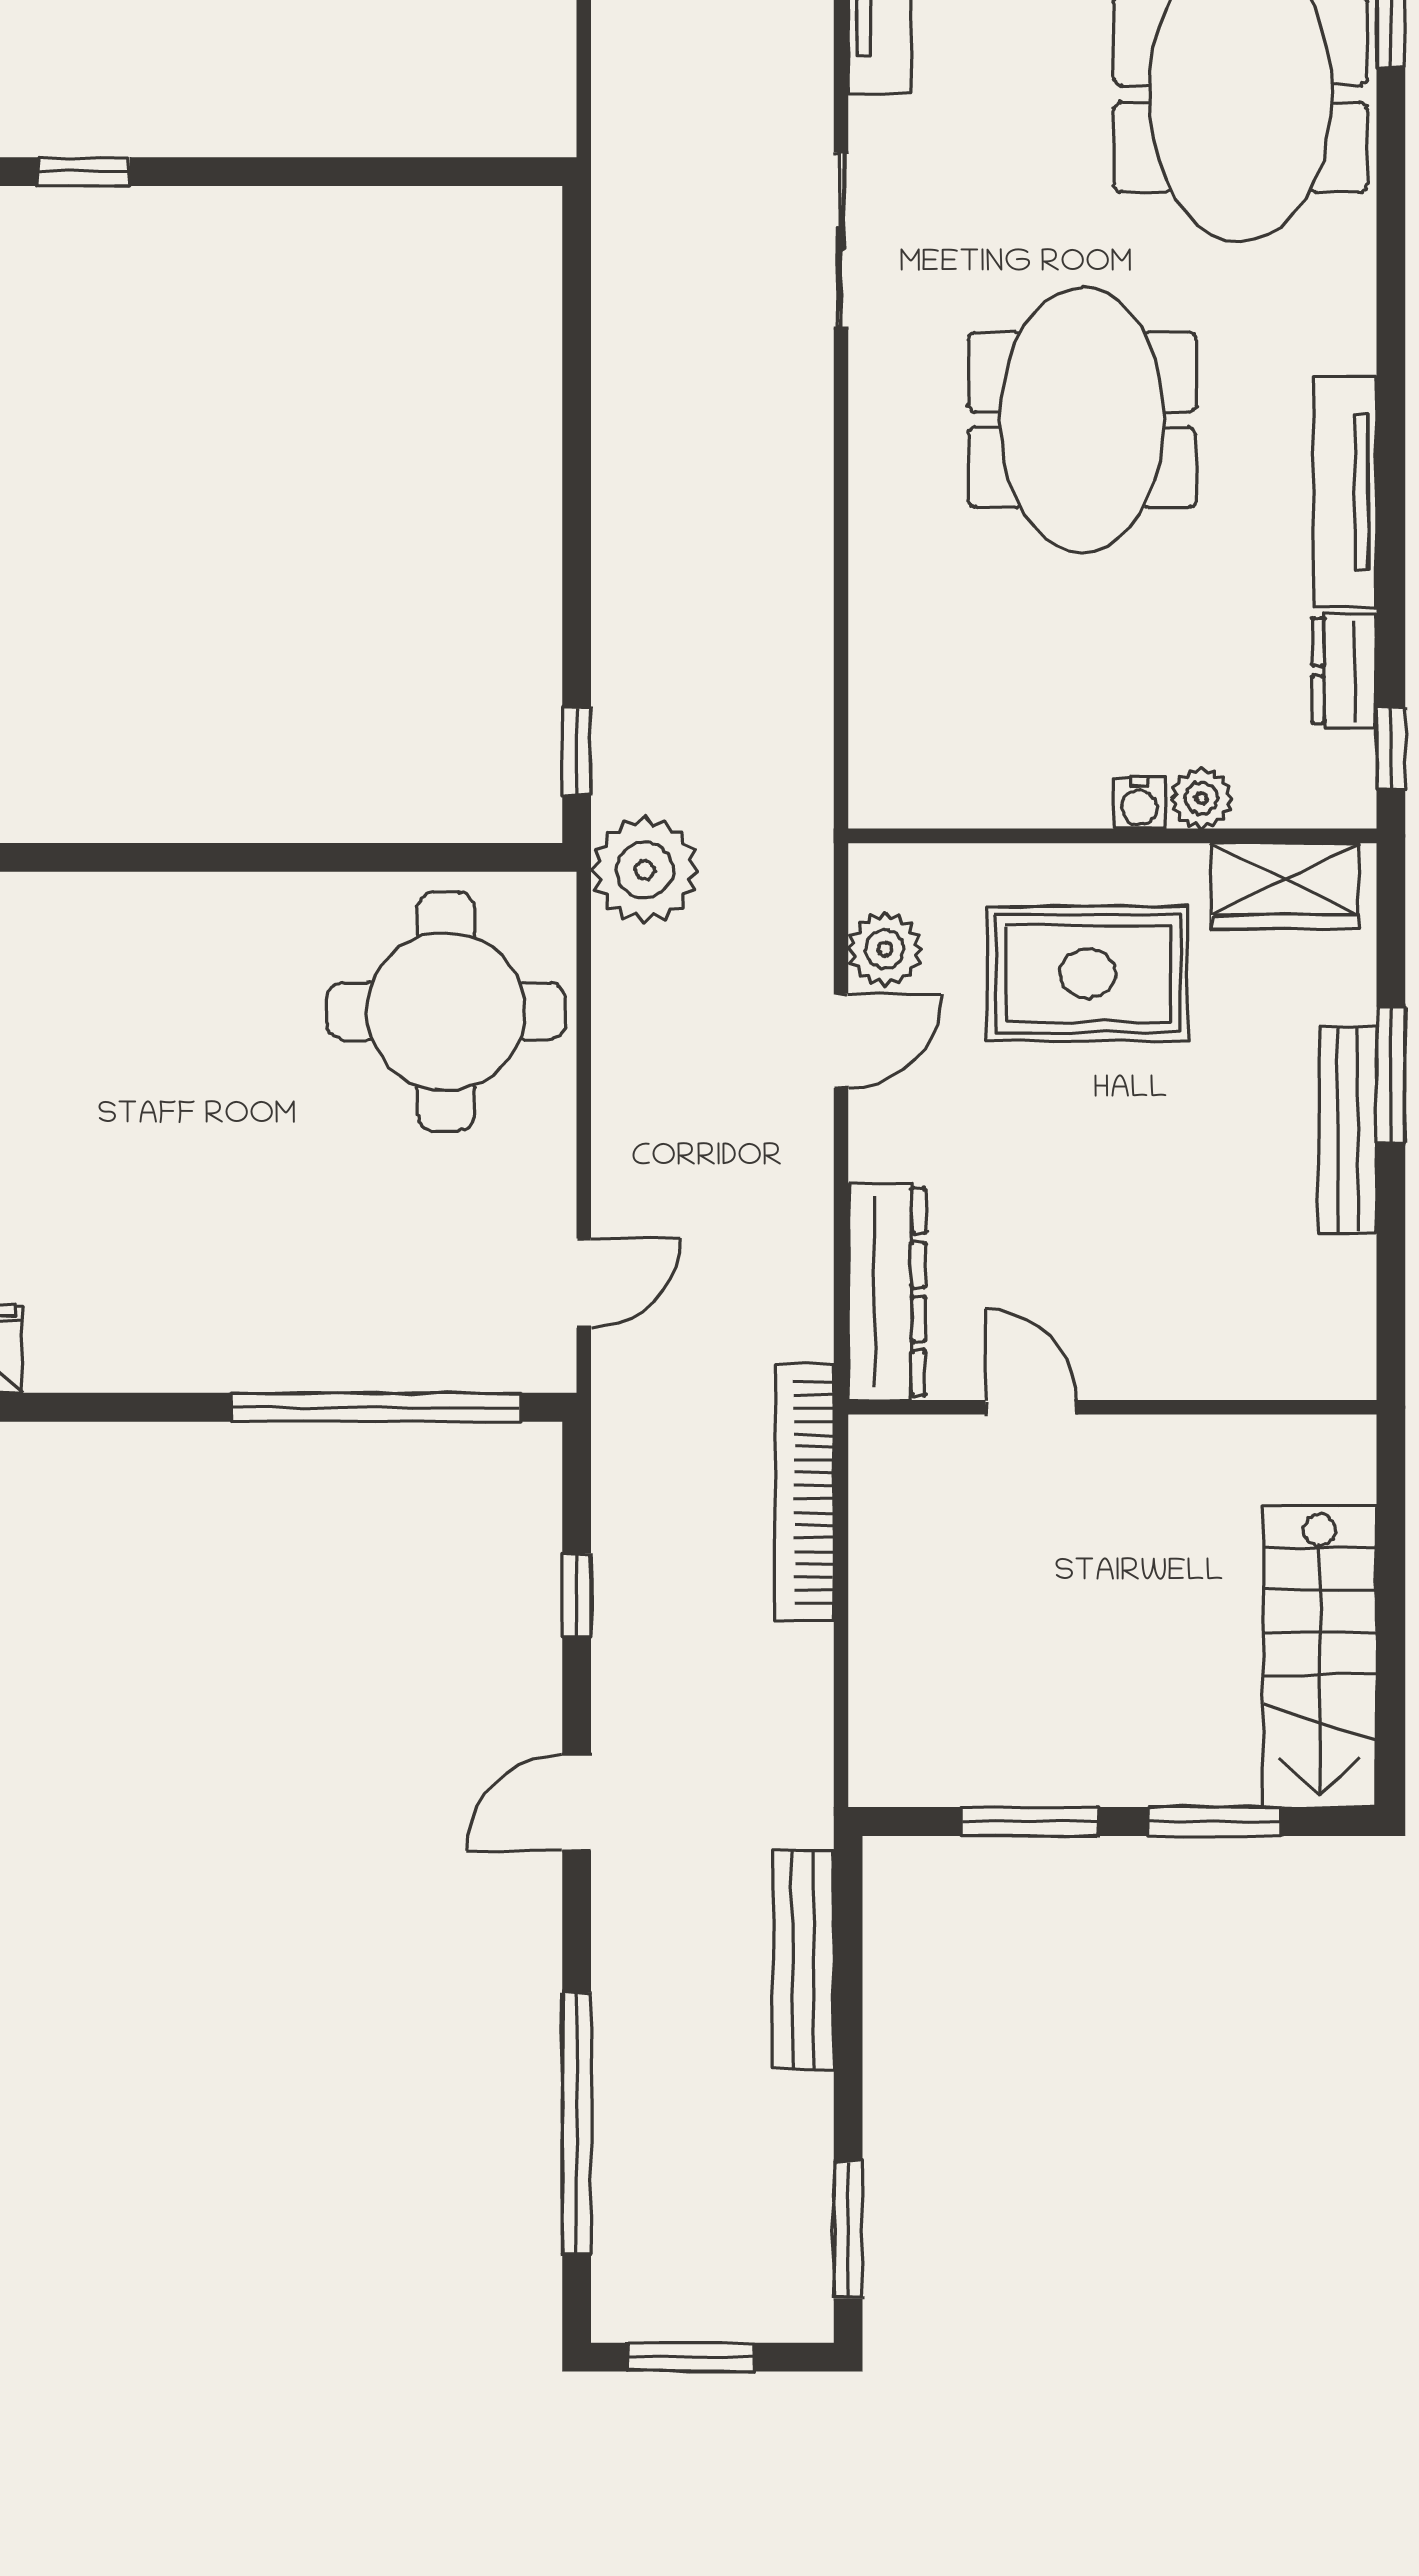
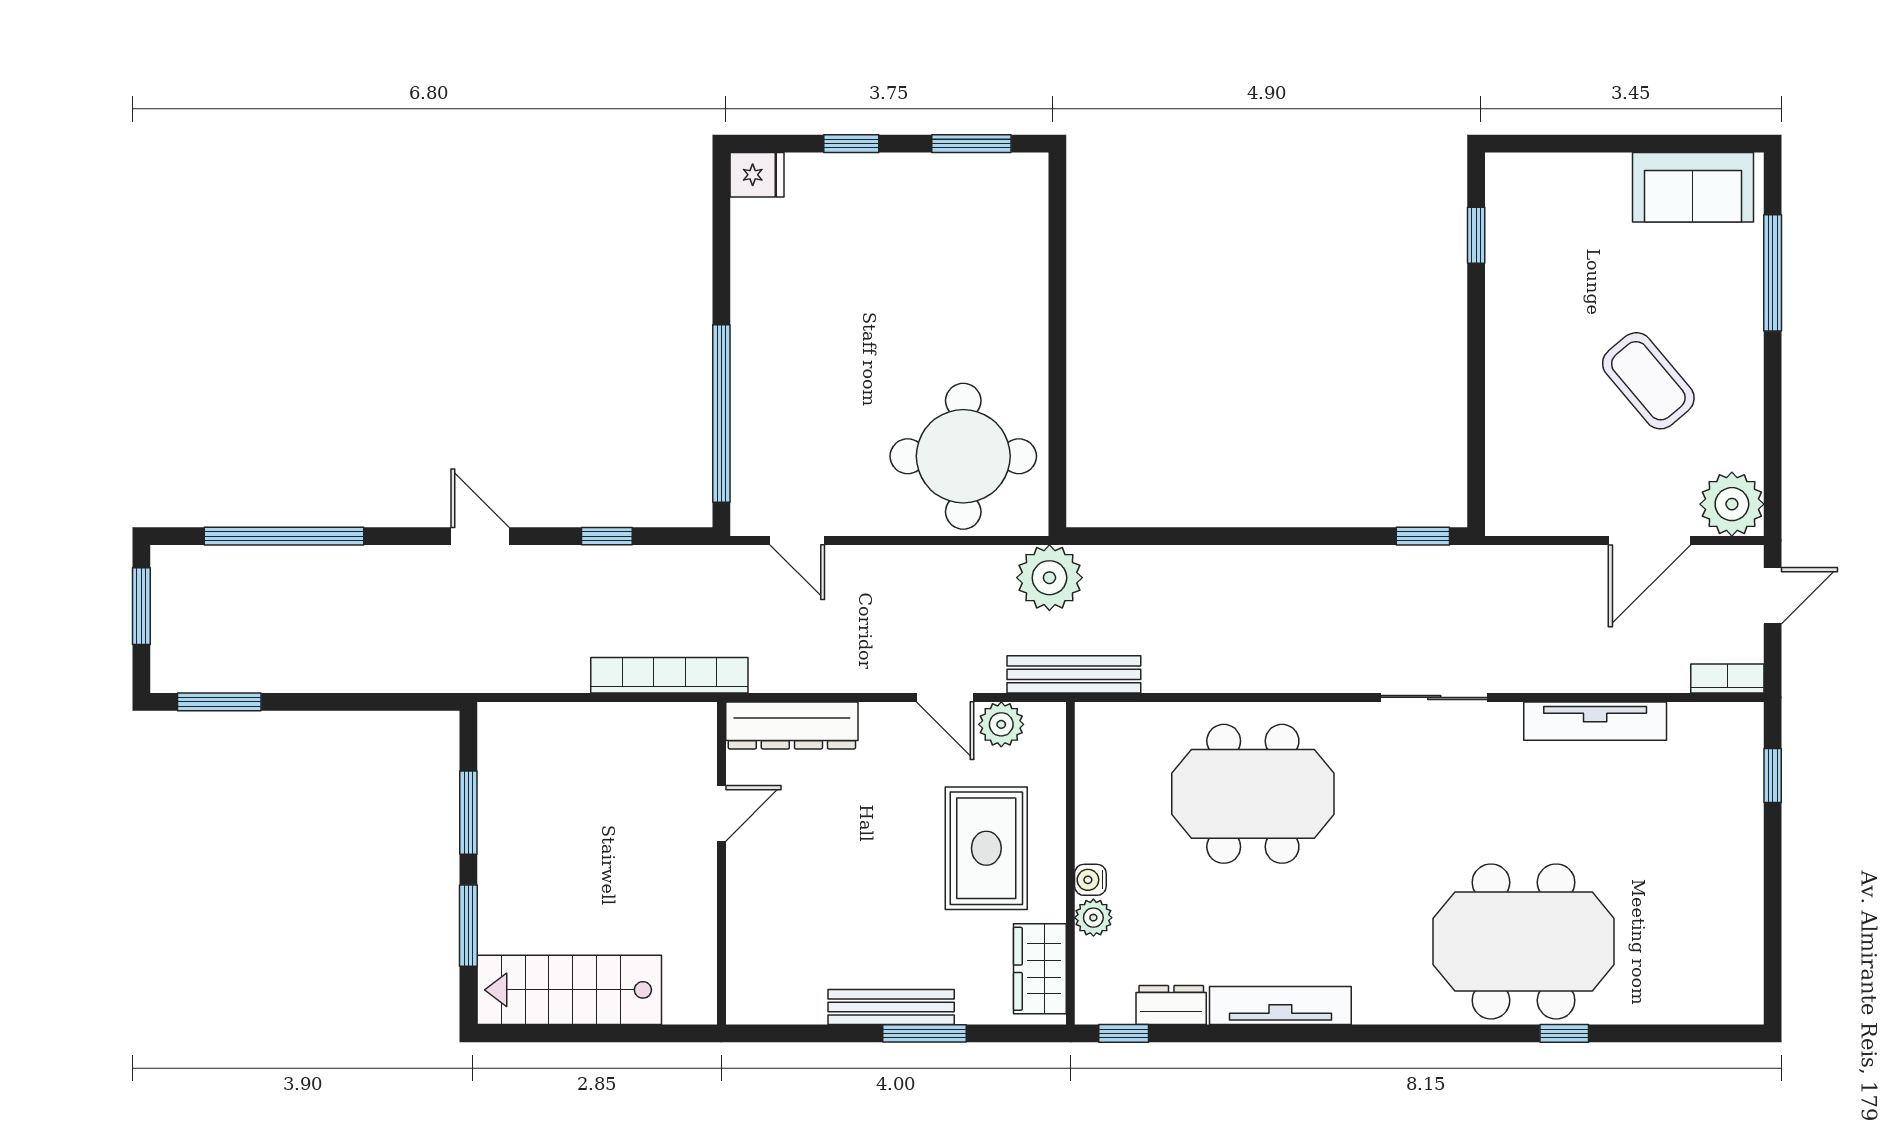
meeting table: (1082, 420) -> (1253, 794), moved
window: (577, 751) -> (1423, 536), moved
bench: (803, 1960) -> (1074, 674), moved

